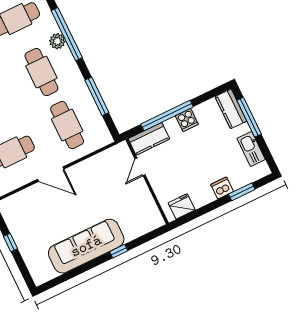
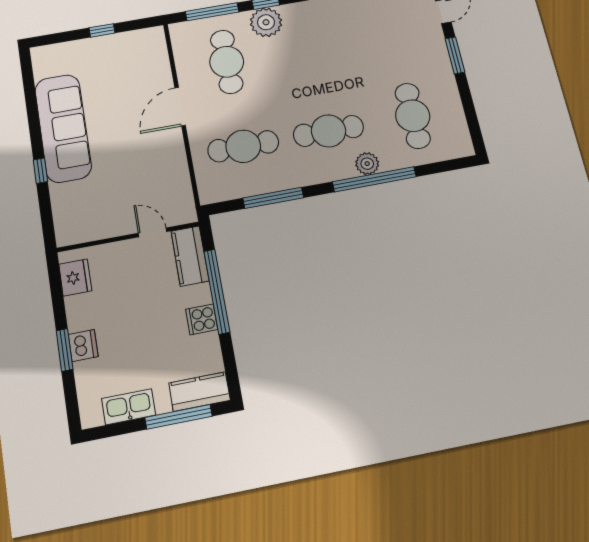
window: (242, 192) -> (65, 350), moved

